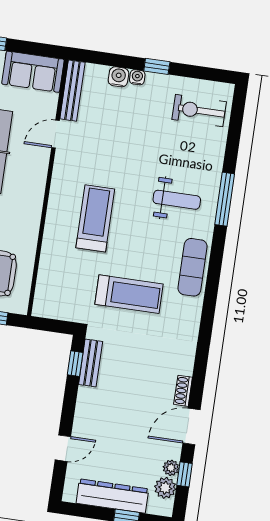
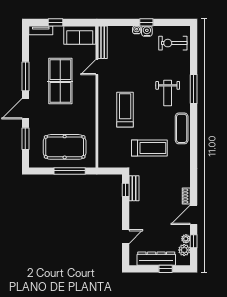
water cooler: (118, 77) -> (147, 31), moved
weight bench: (177, 200) -> (168, 93), turned 90

